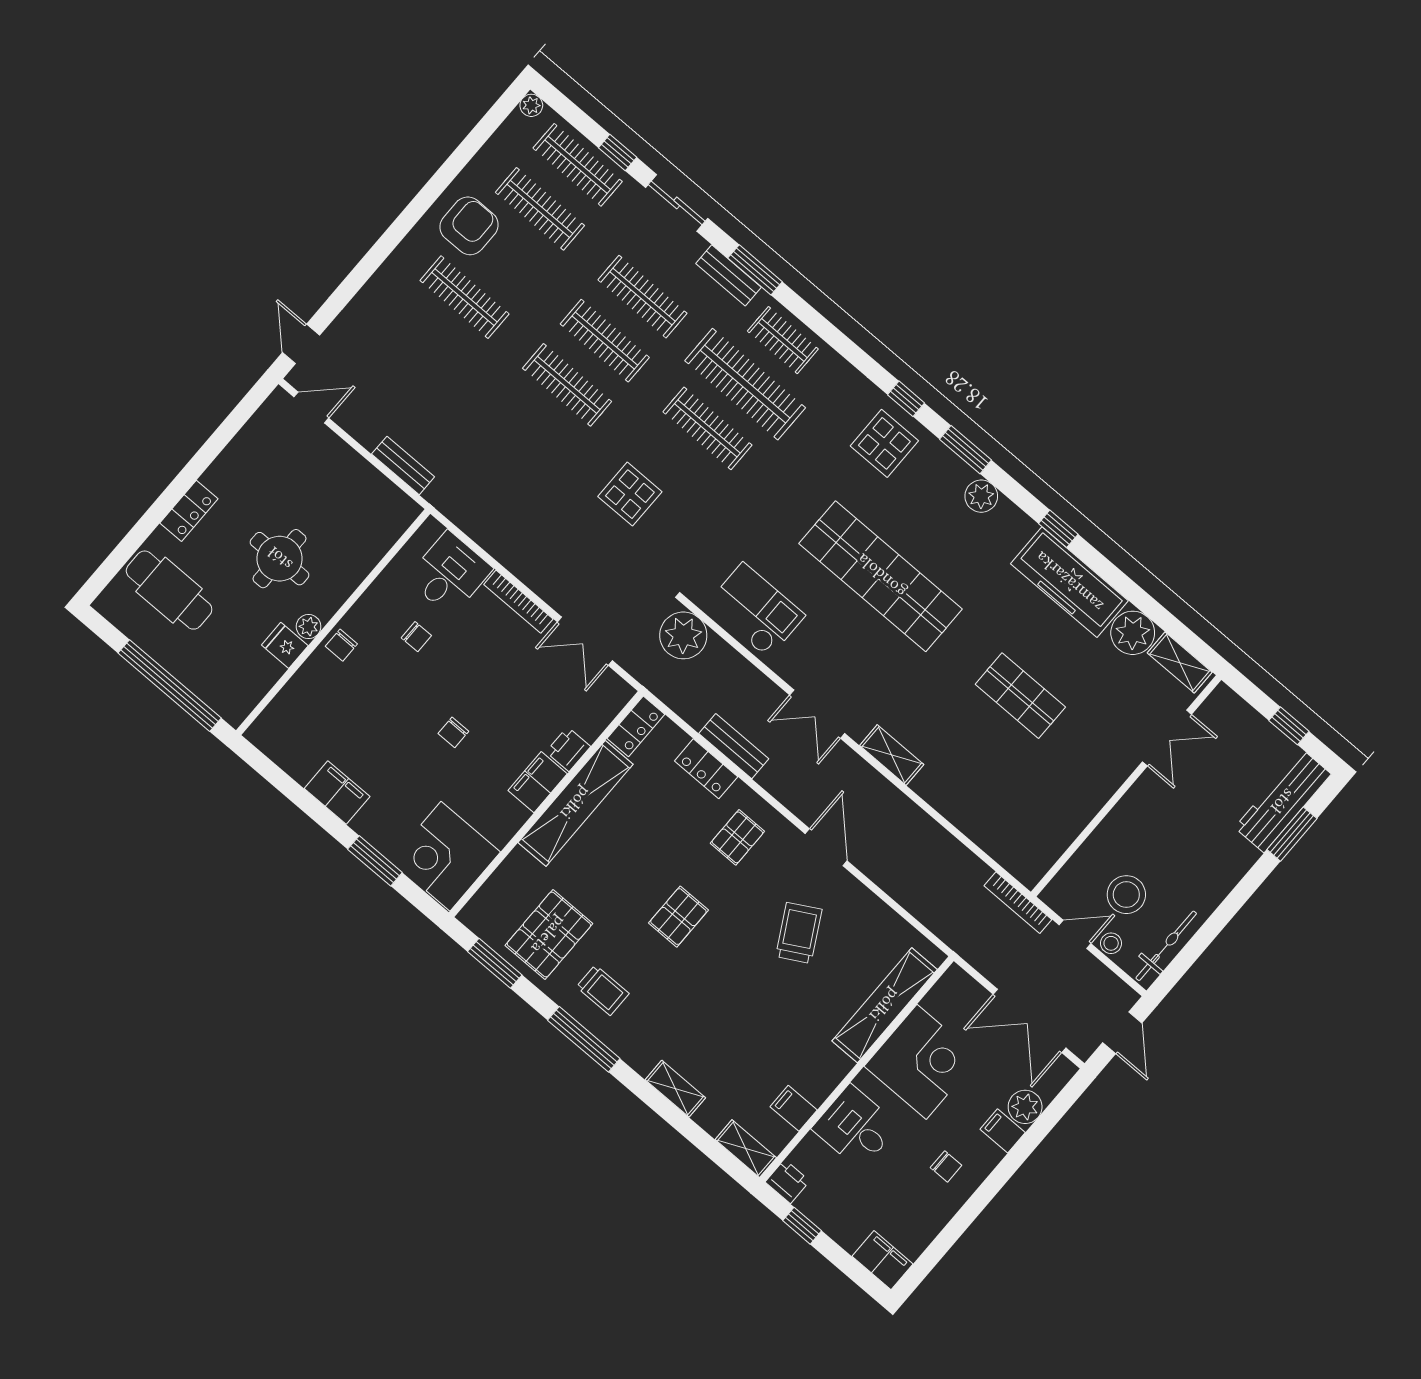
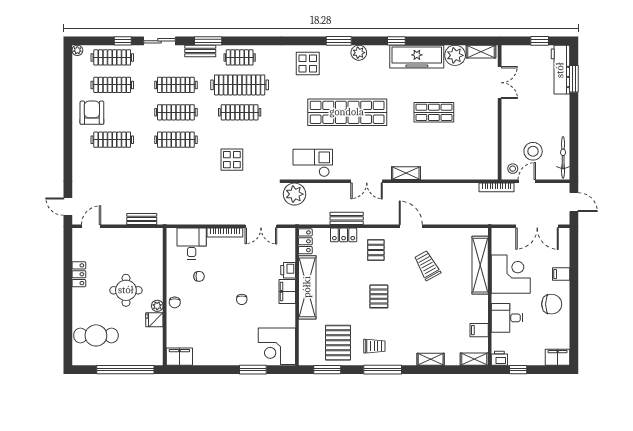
window: (906, 399) -> (302, 41), removed
locker: (189, 511) -> (79, 274), moved
filing cabinet: (337, 793) -> (179, 357), moved
stool: (1111, 943) -> (513, 169), moved
plant: (1025, 1107) -> (562, 259), removed
chair: (946, 1166) -> (552, 304), width x1.87, depth x1.87

